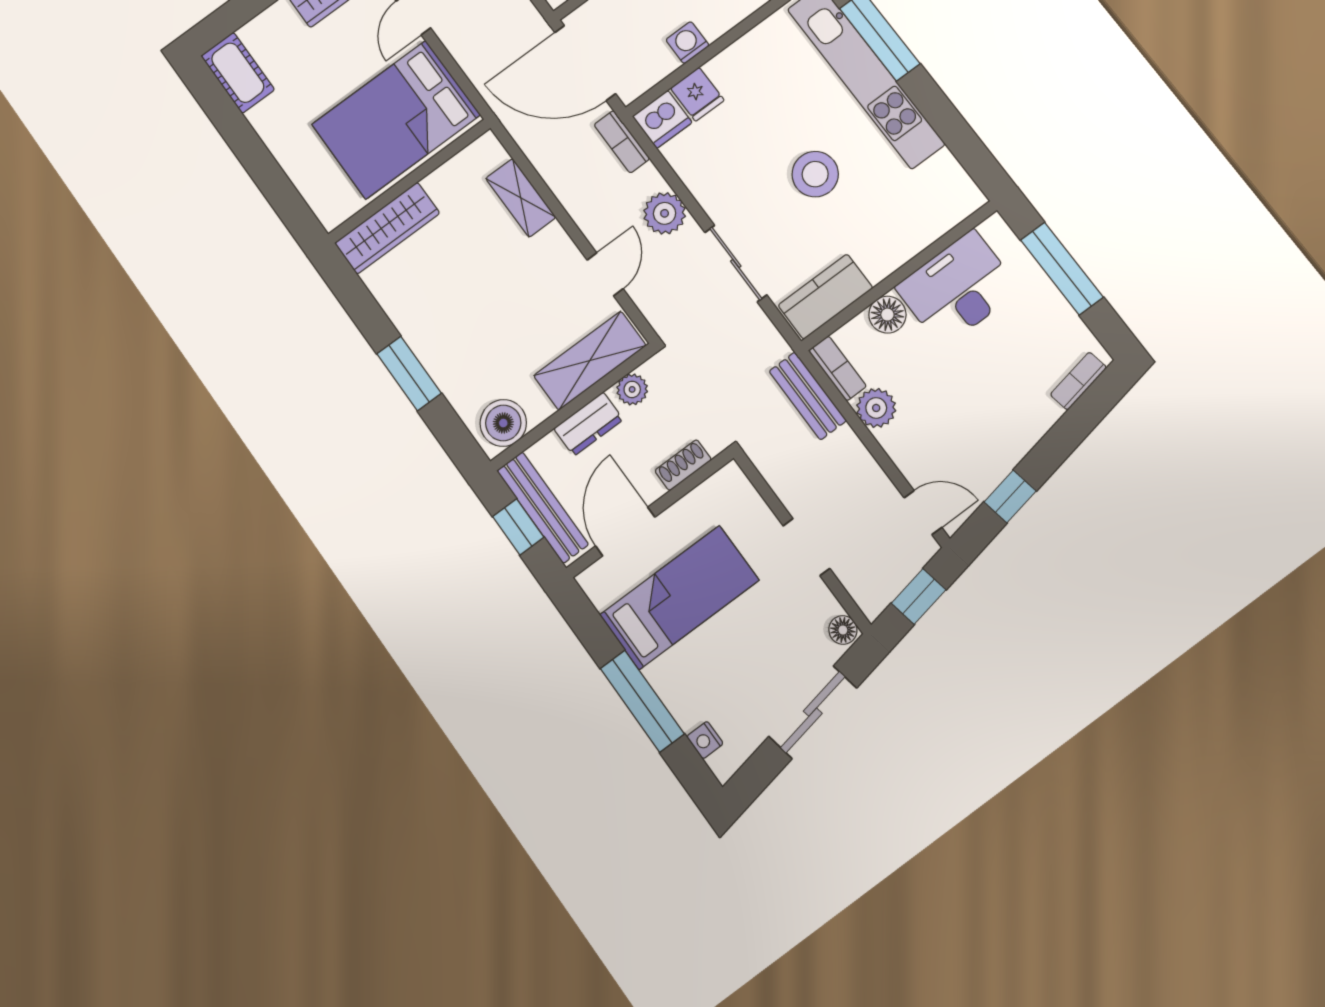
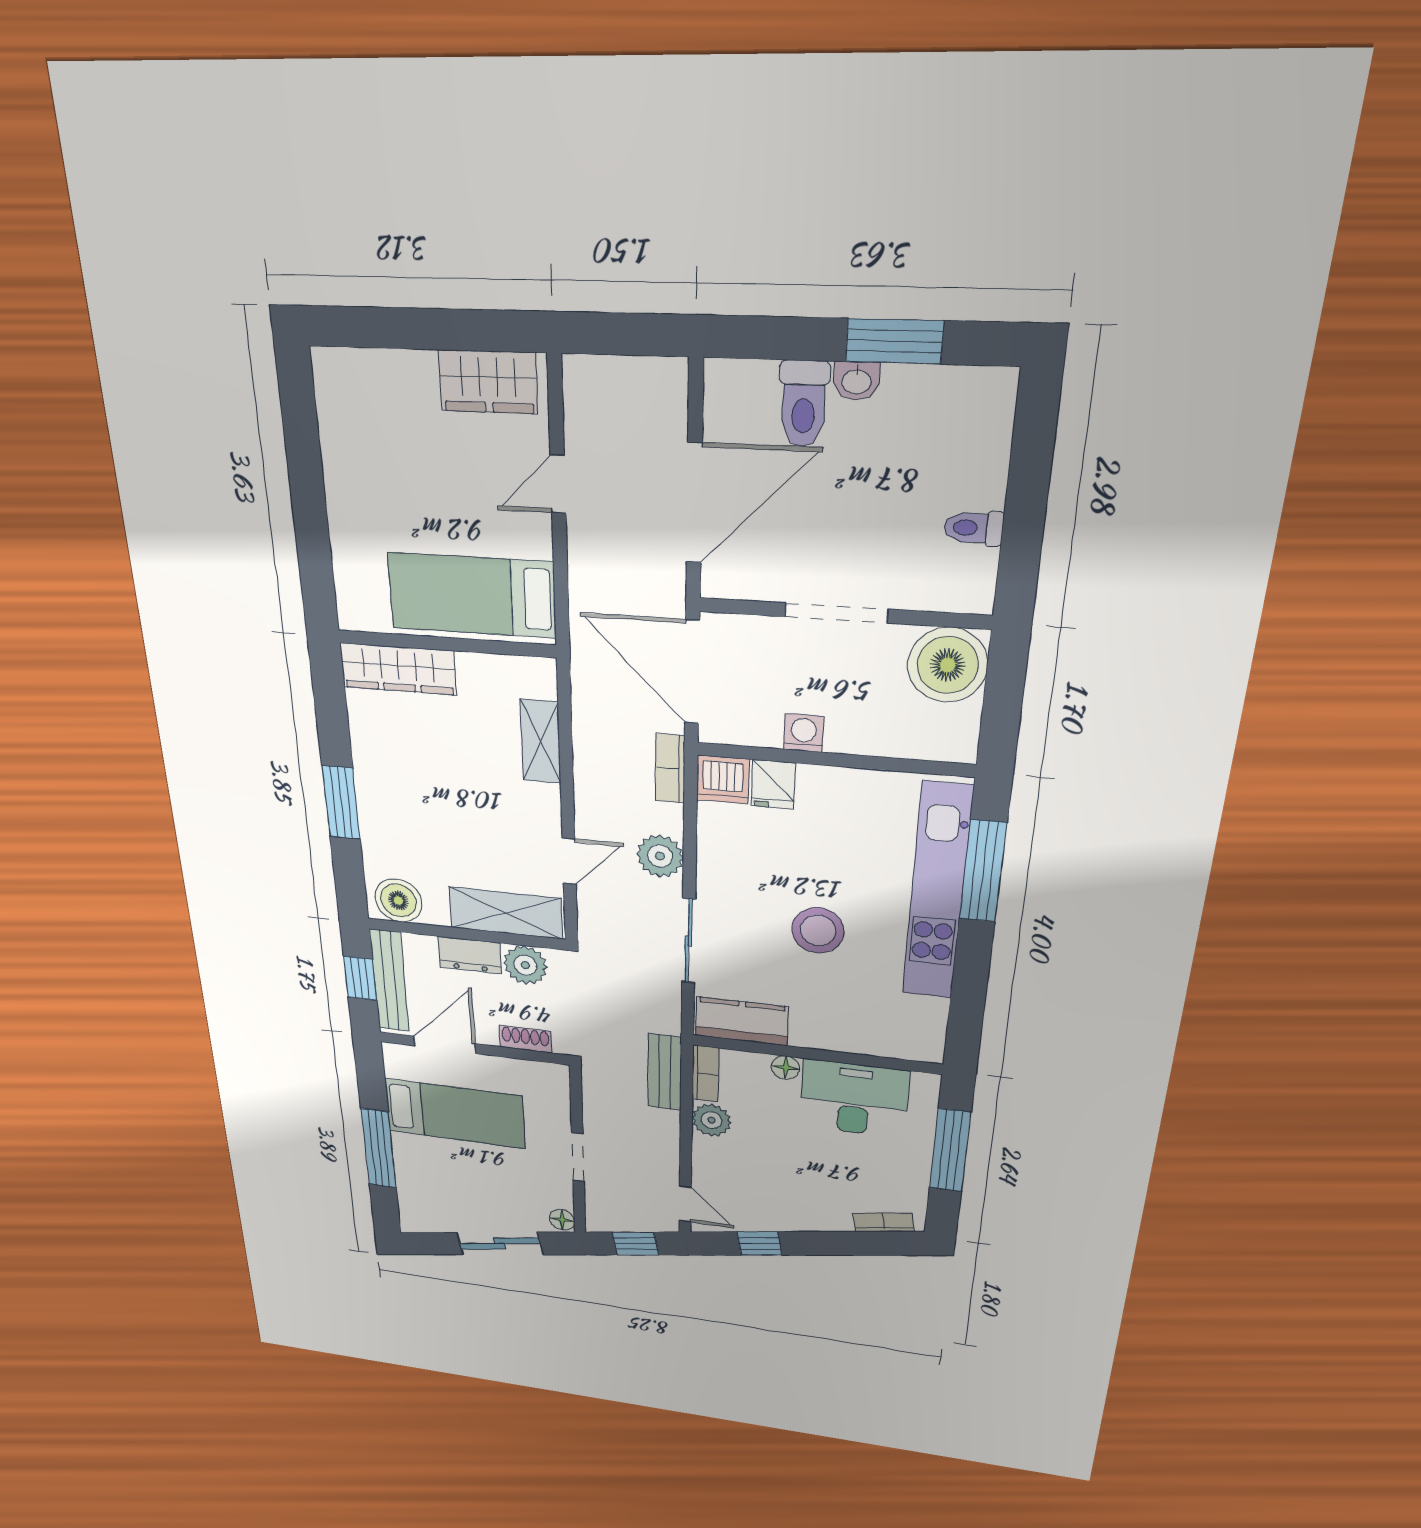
cot: (238, 73) -> (339, 397), removed
bed: (396, 120) -> (472, 595), width x0.67
floor lamp: (887, 315) -> (785, 1068), width x0.73, depth x0.73
plant: (632, 389) -> (525, 965), width x1.38, depth x1.38
nightstand: (705, 740) -> (408, 1201), removed

